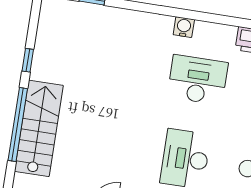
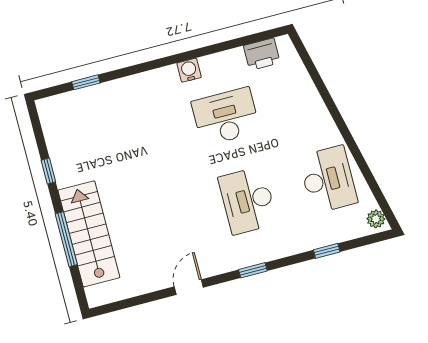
window: (18, 124) -> (66, 239), width x0.68

